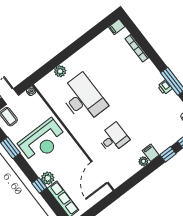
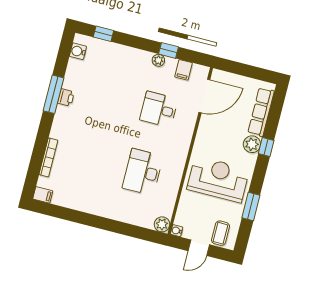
plant: (60, 71) -> (162, 224), moved
desk: (83, 99) -> (143, 172), width x0.73, depth x0.77
filing cabinet: (151, 153) -> (184, 70), moved
window: (168, 154) -> (169, 50), moved

